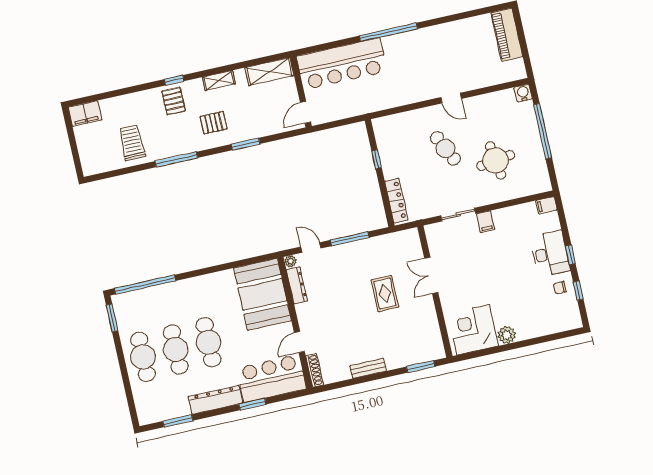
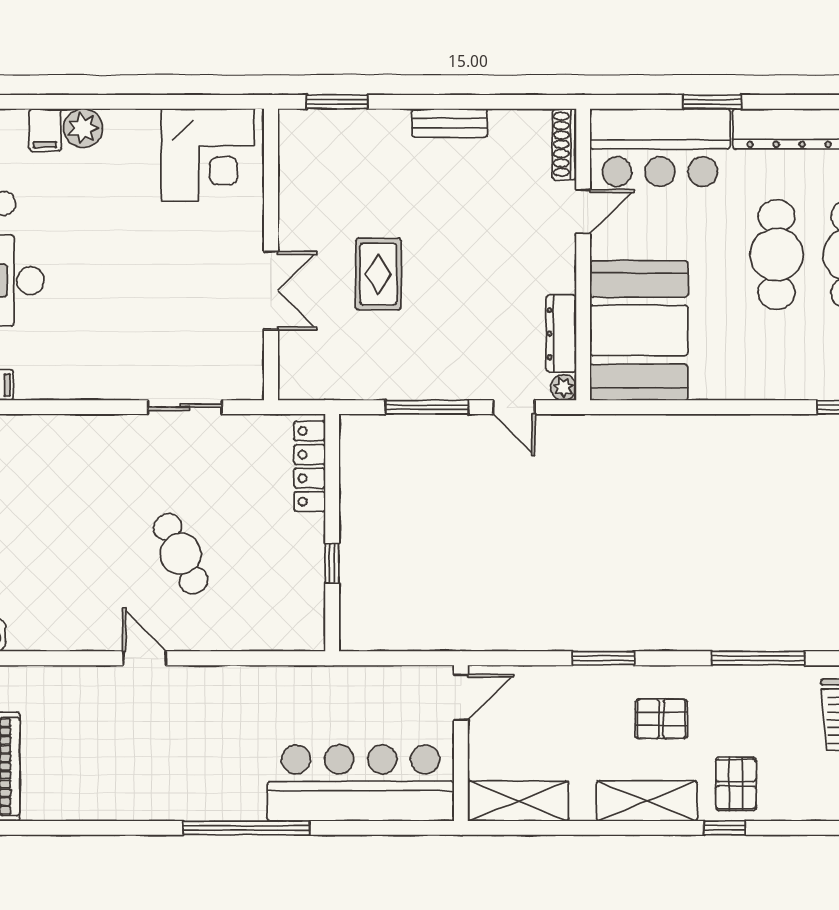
shelving: (219, 80) -> (647, 801), width x1.50, depth x1.33
round table: (496, 160) -> (80, 504), removed
filing cabinet: (486, 222) -> (45, 130), moved, turned 180
plant: (507, 335) -> (83, 128), moved

